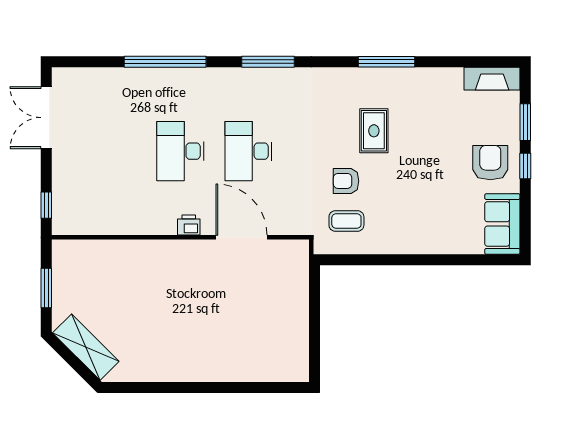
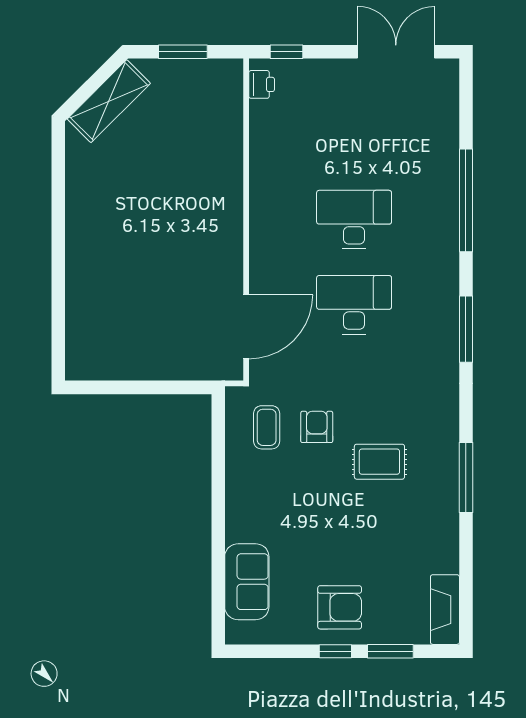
sofa: (502, 224) -> (247, 582), moved, turned 90
printer: (189, 225) -> (262, 84), moved
door: (242, 237) -> (246, 327), moved

